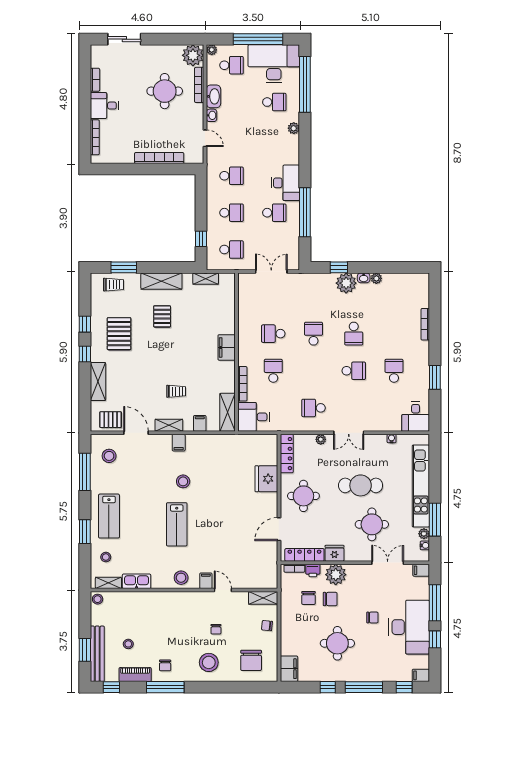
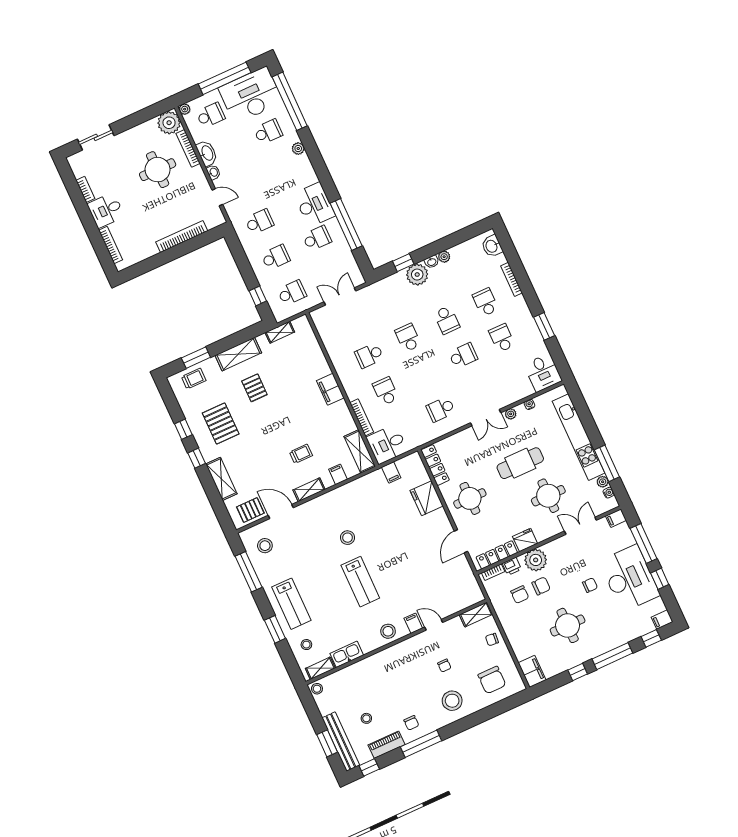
washbasin: (421, 288) -> (492, 246), added
school desk: (394, 334) -> (485, 302), added
plant: (321, 439) -> (511, 414), moved
filing cabinet: (179, 443) -> (391, 472), moved

